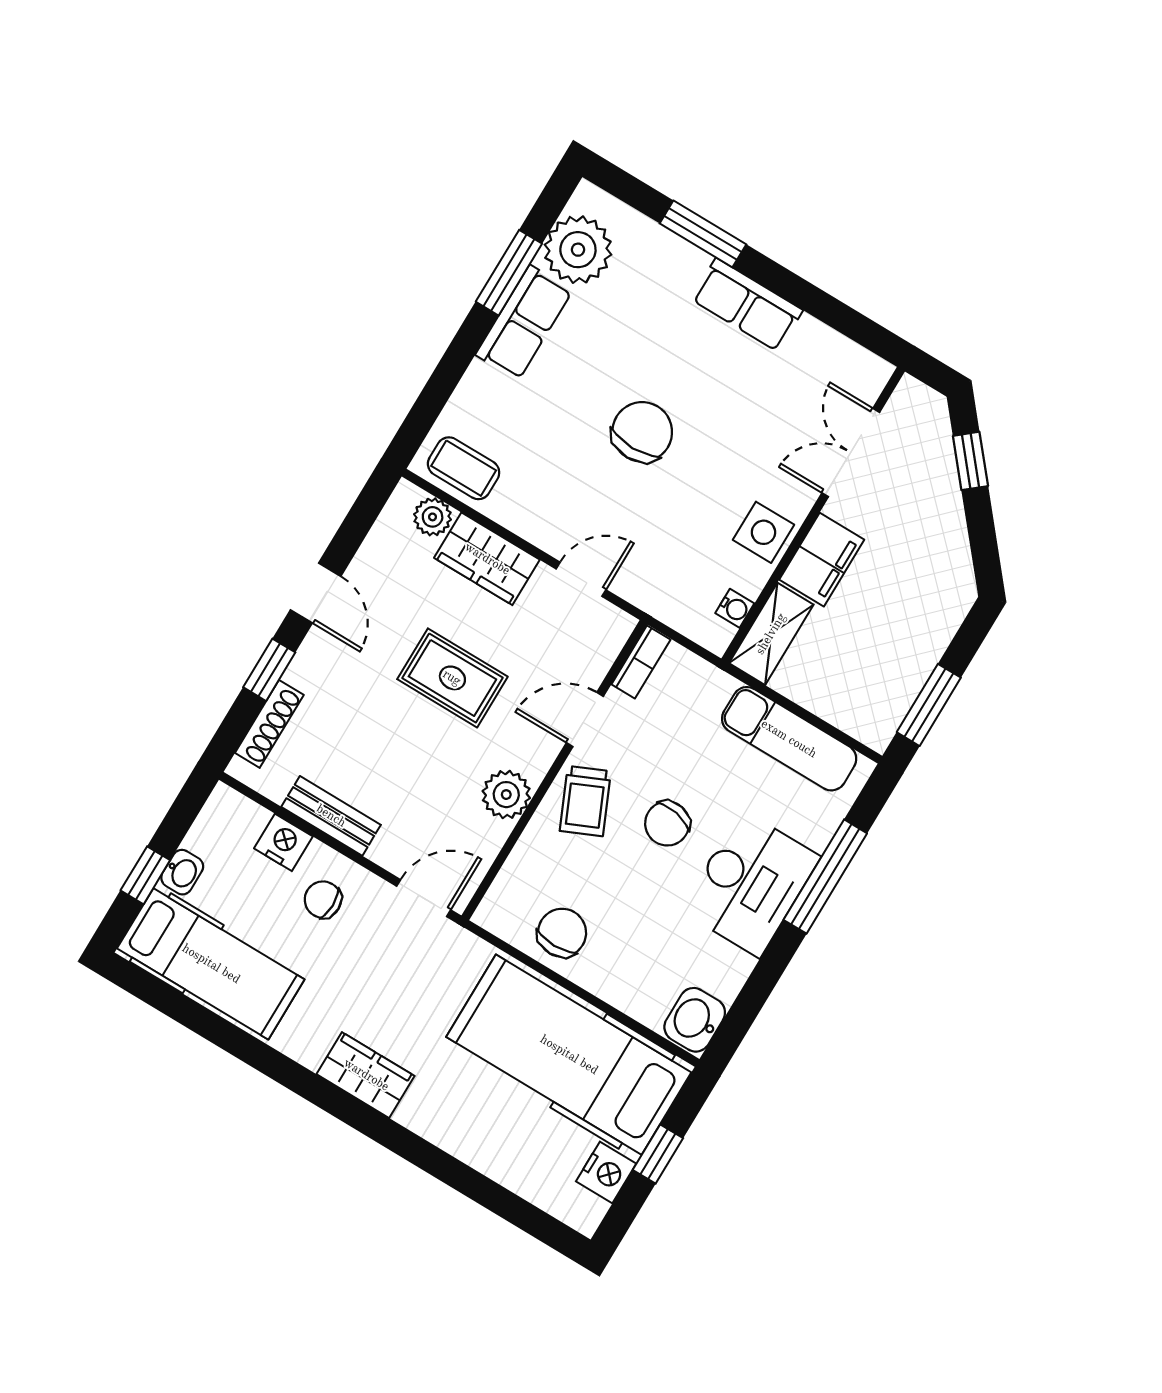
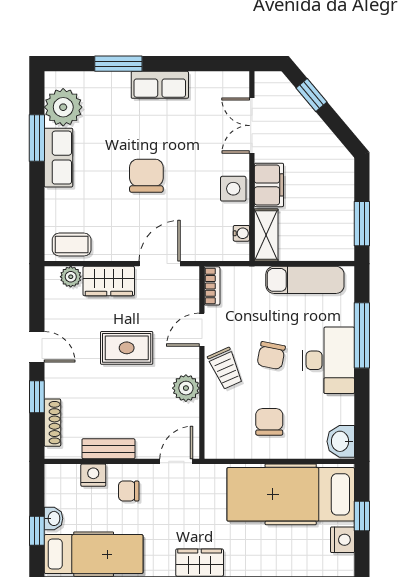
door: (581, 579) -> (160, 264), width x1.38
chair: (562, 933) -> (269, 422), moved

